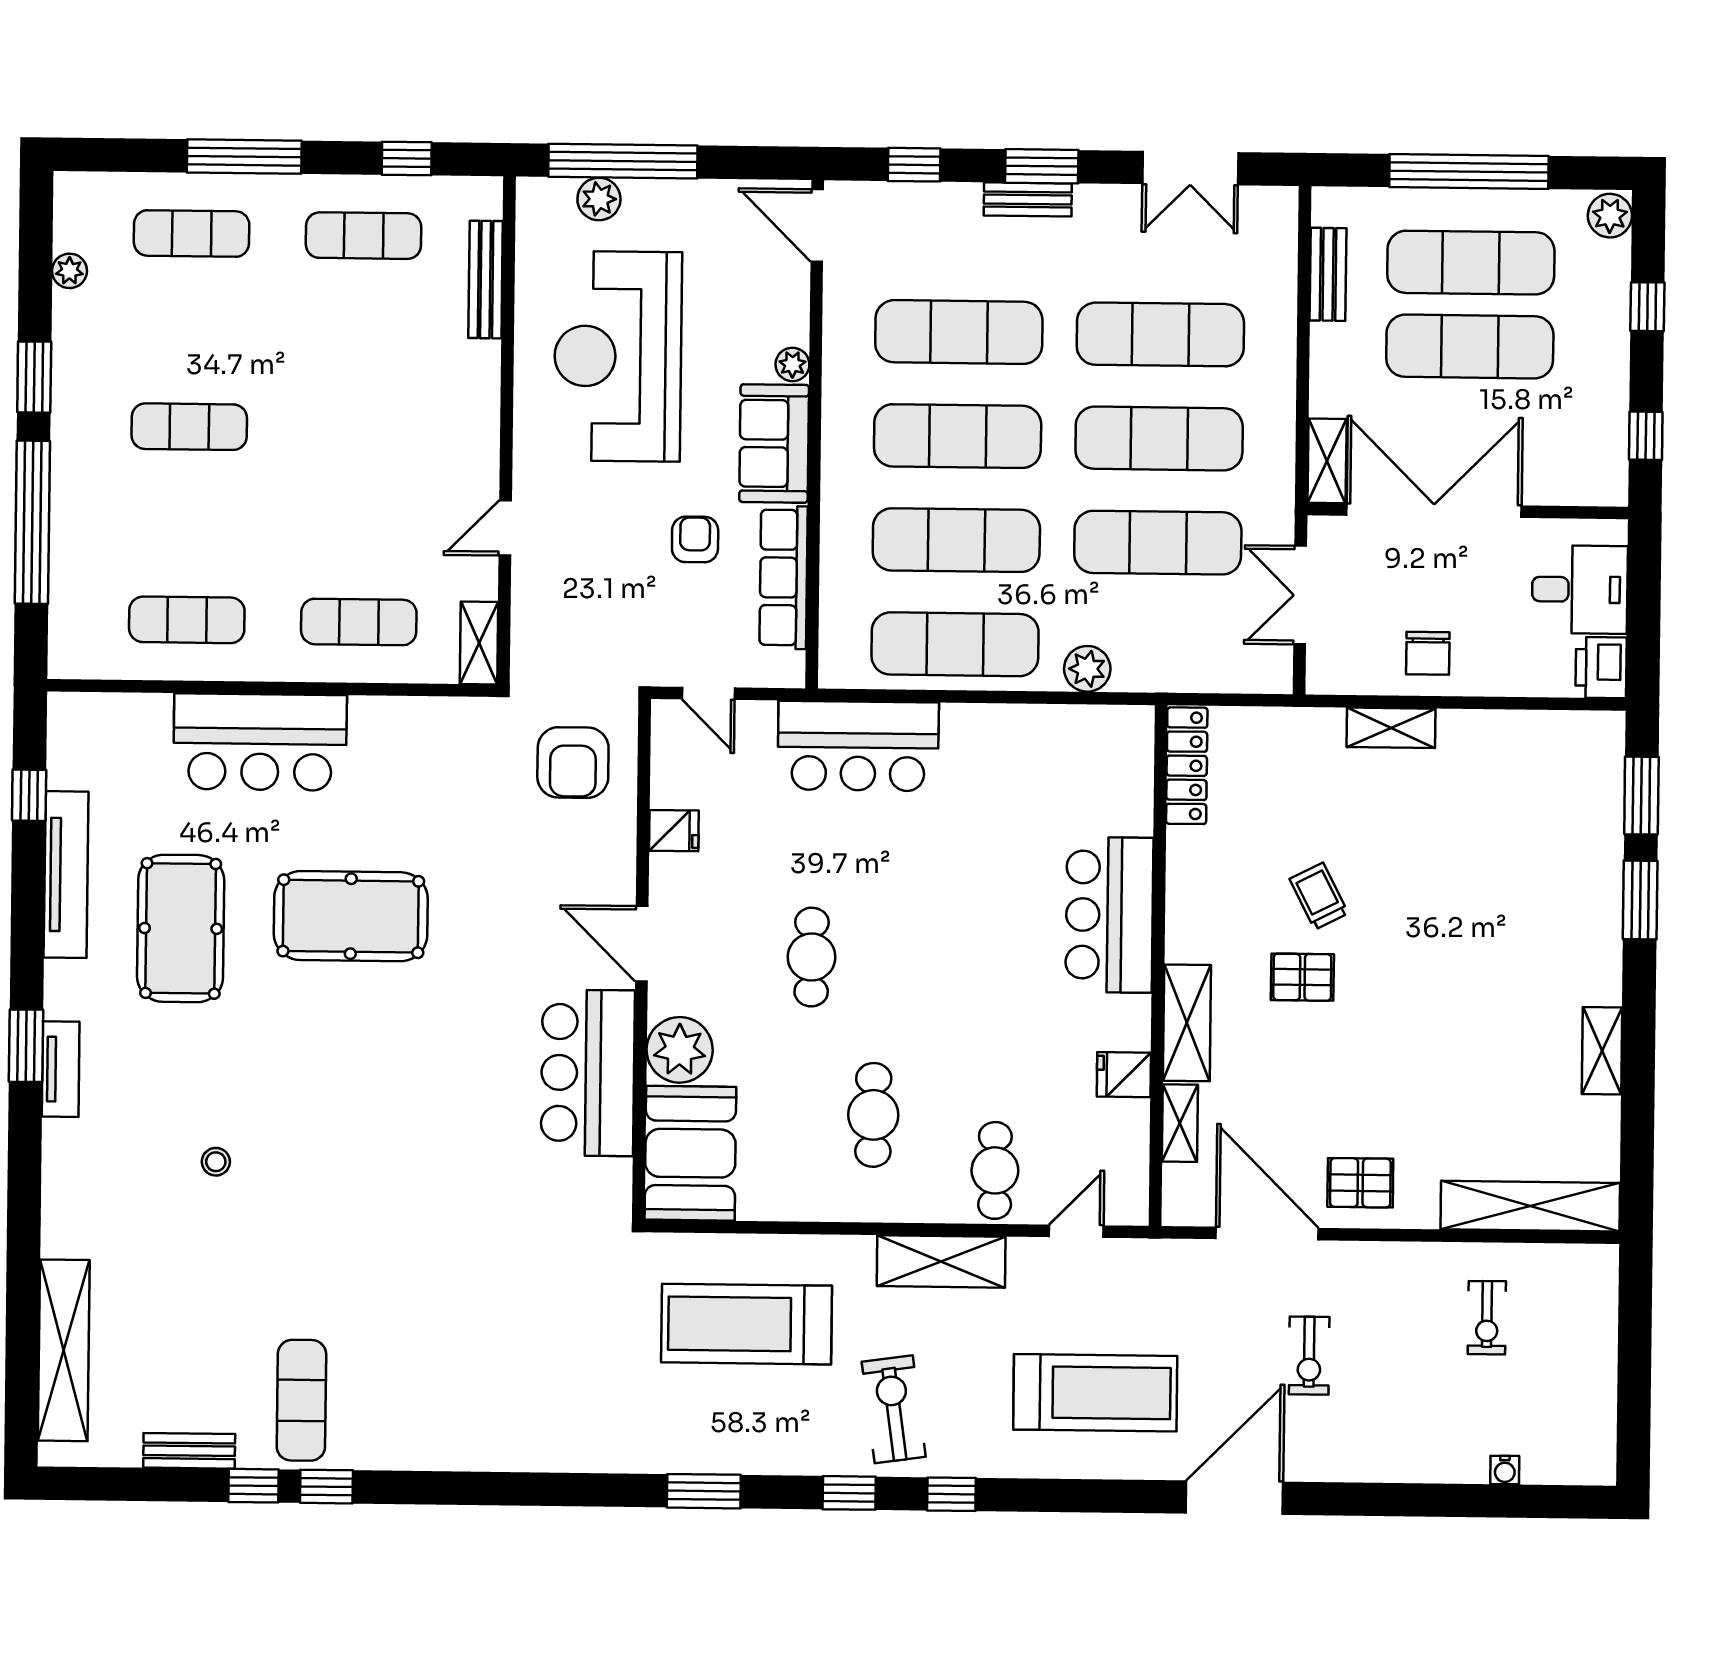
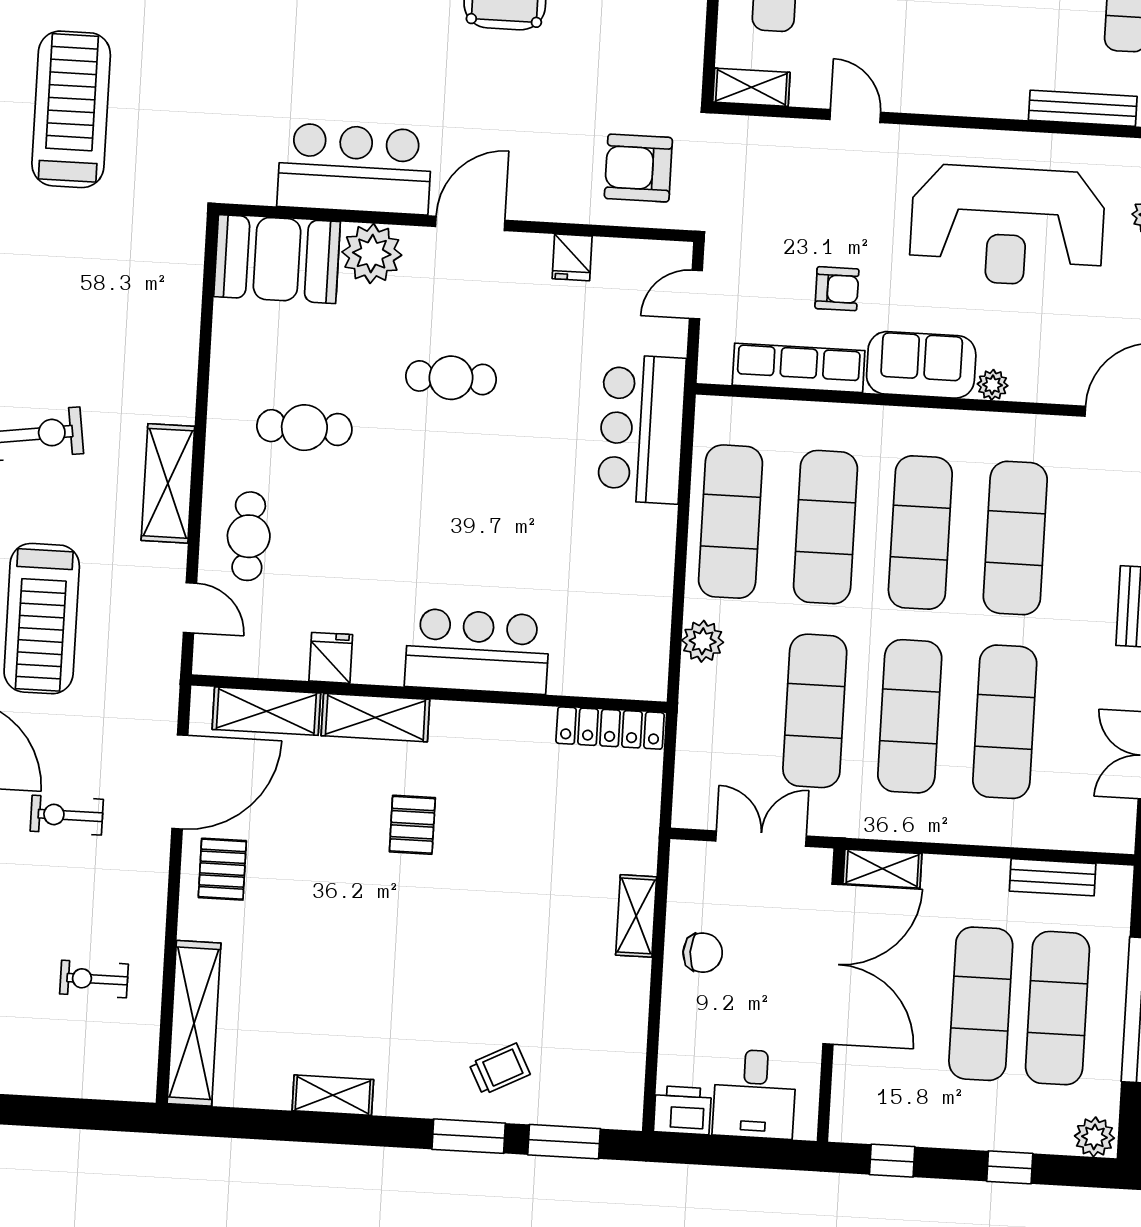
reception desk: (618, 356) -> (1007, 226), turned 180
chair: (1428, 653) -> (703, 953), turned 180
trolley: (1319, 896) -> (500, 1069), moved
shelving: (1180, 1123) -> (266, 711), width x1.50, depth x1.33
cafe table: (995, 1170) -> (249, 536), turned 90
treadmill: (746, 1324) -> (71, 109), moved

